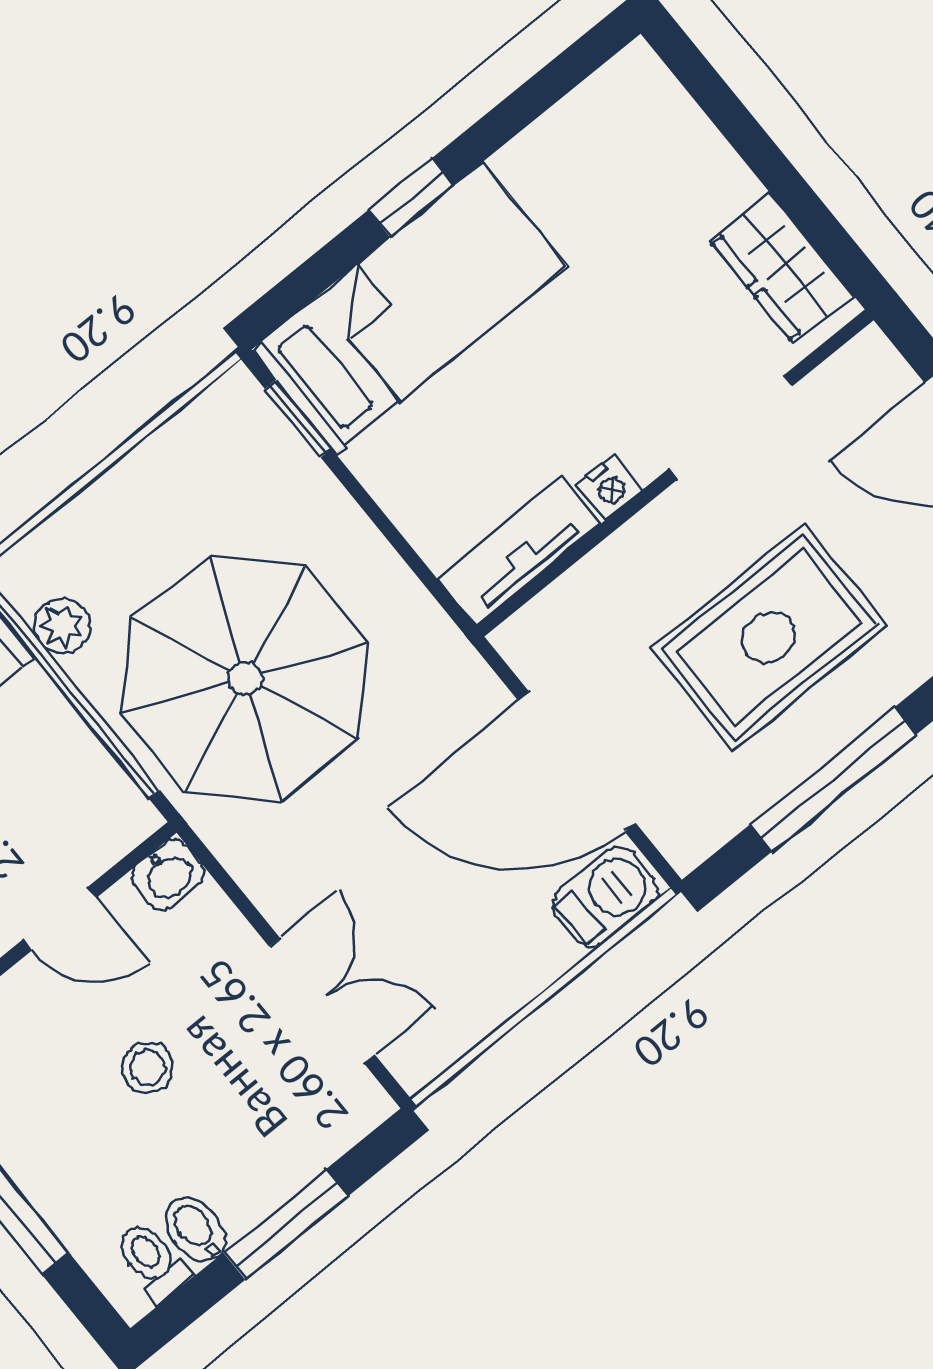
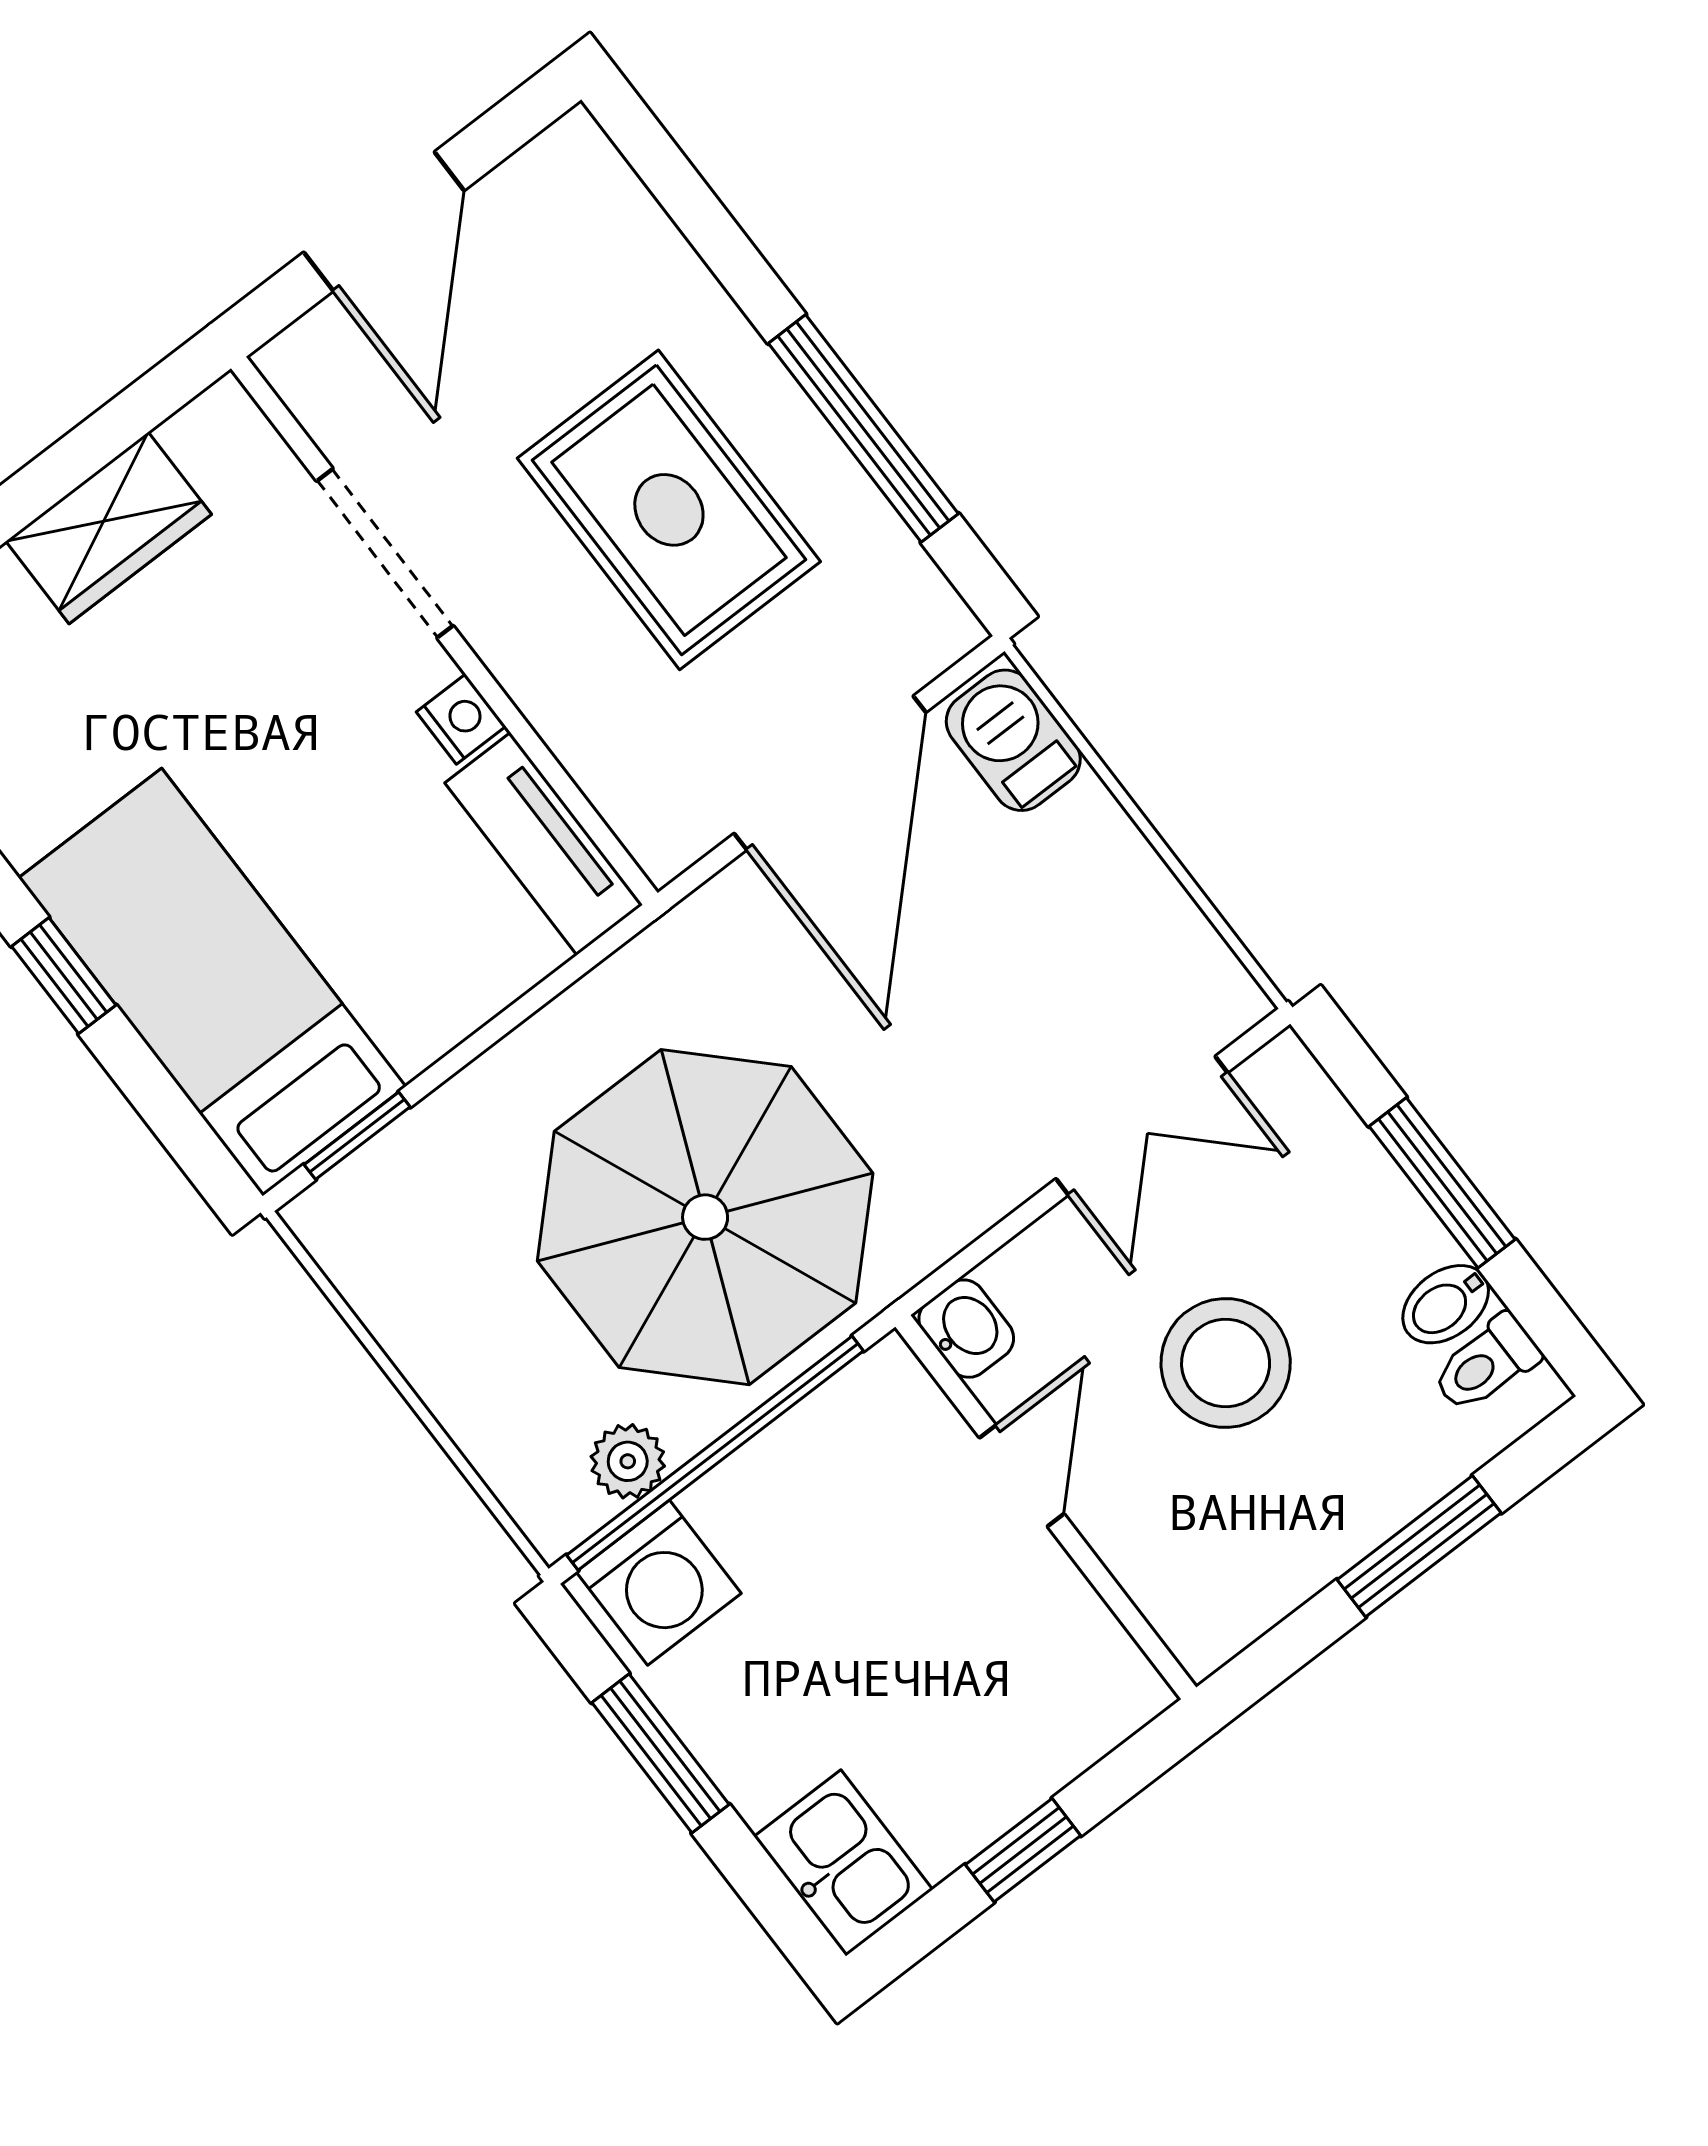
wardrobe: (781, 268) -> (109, 528), moved
double door: (322, 1000) -> (1142, 1126), swing flipped
stool: (148, 1067) -> (1226, 1363), width x1.89, depth x1.89

